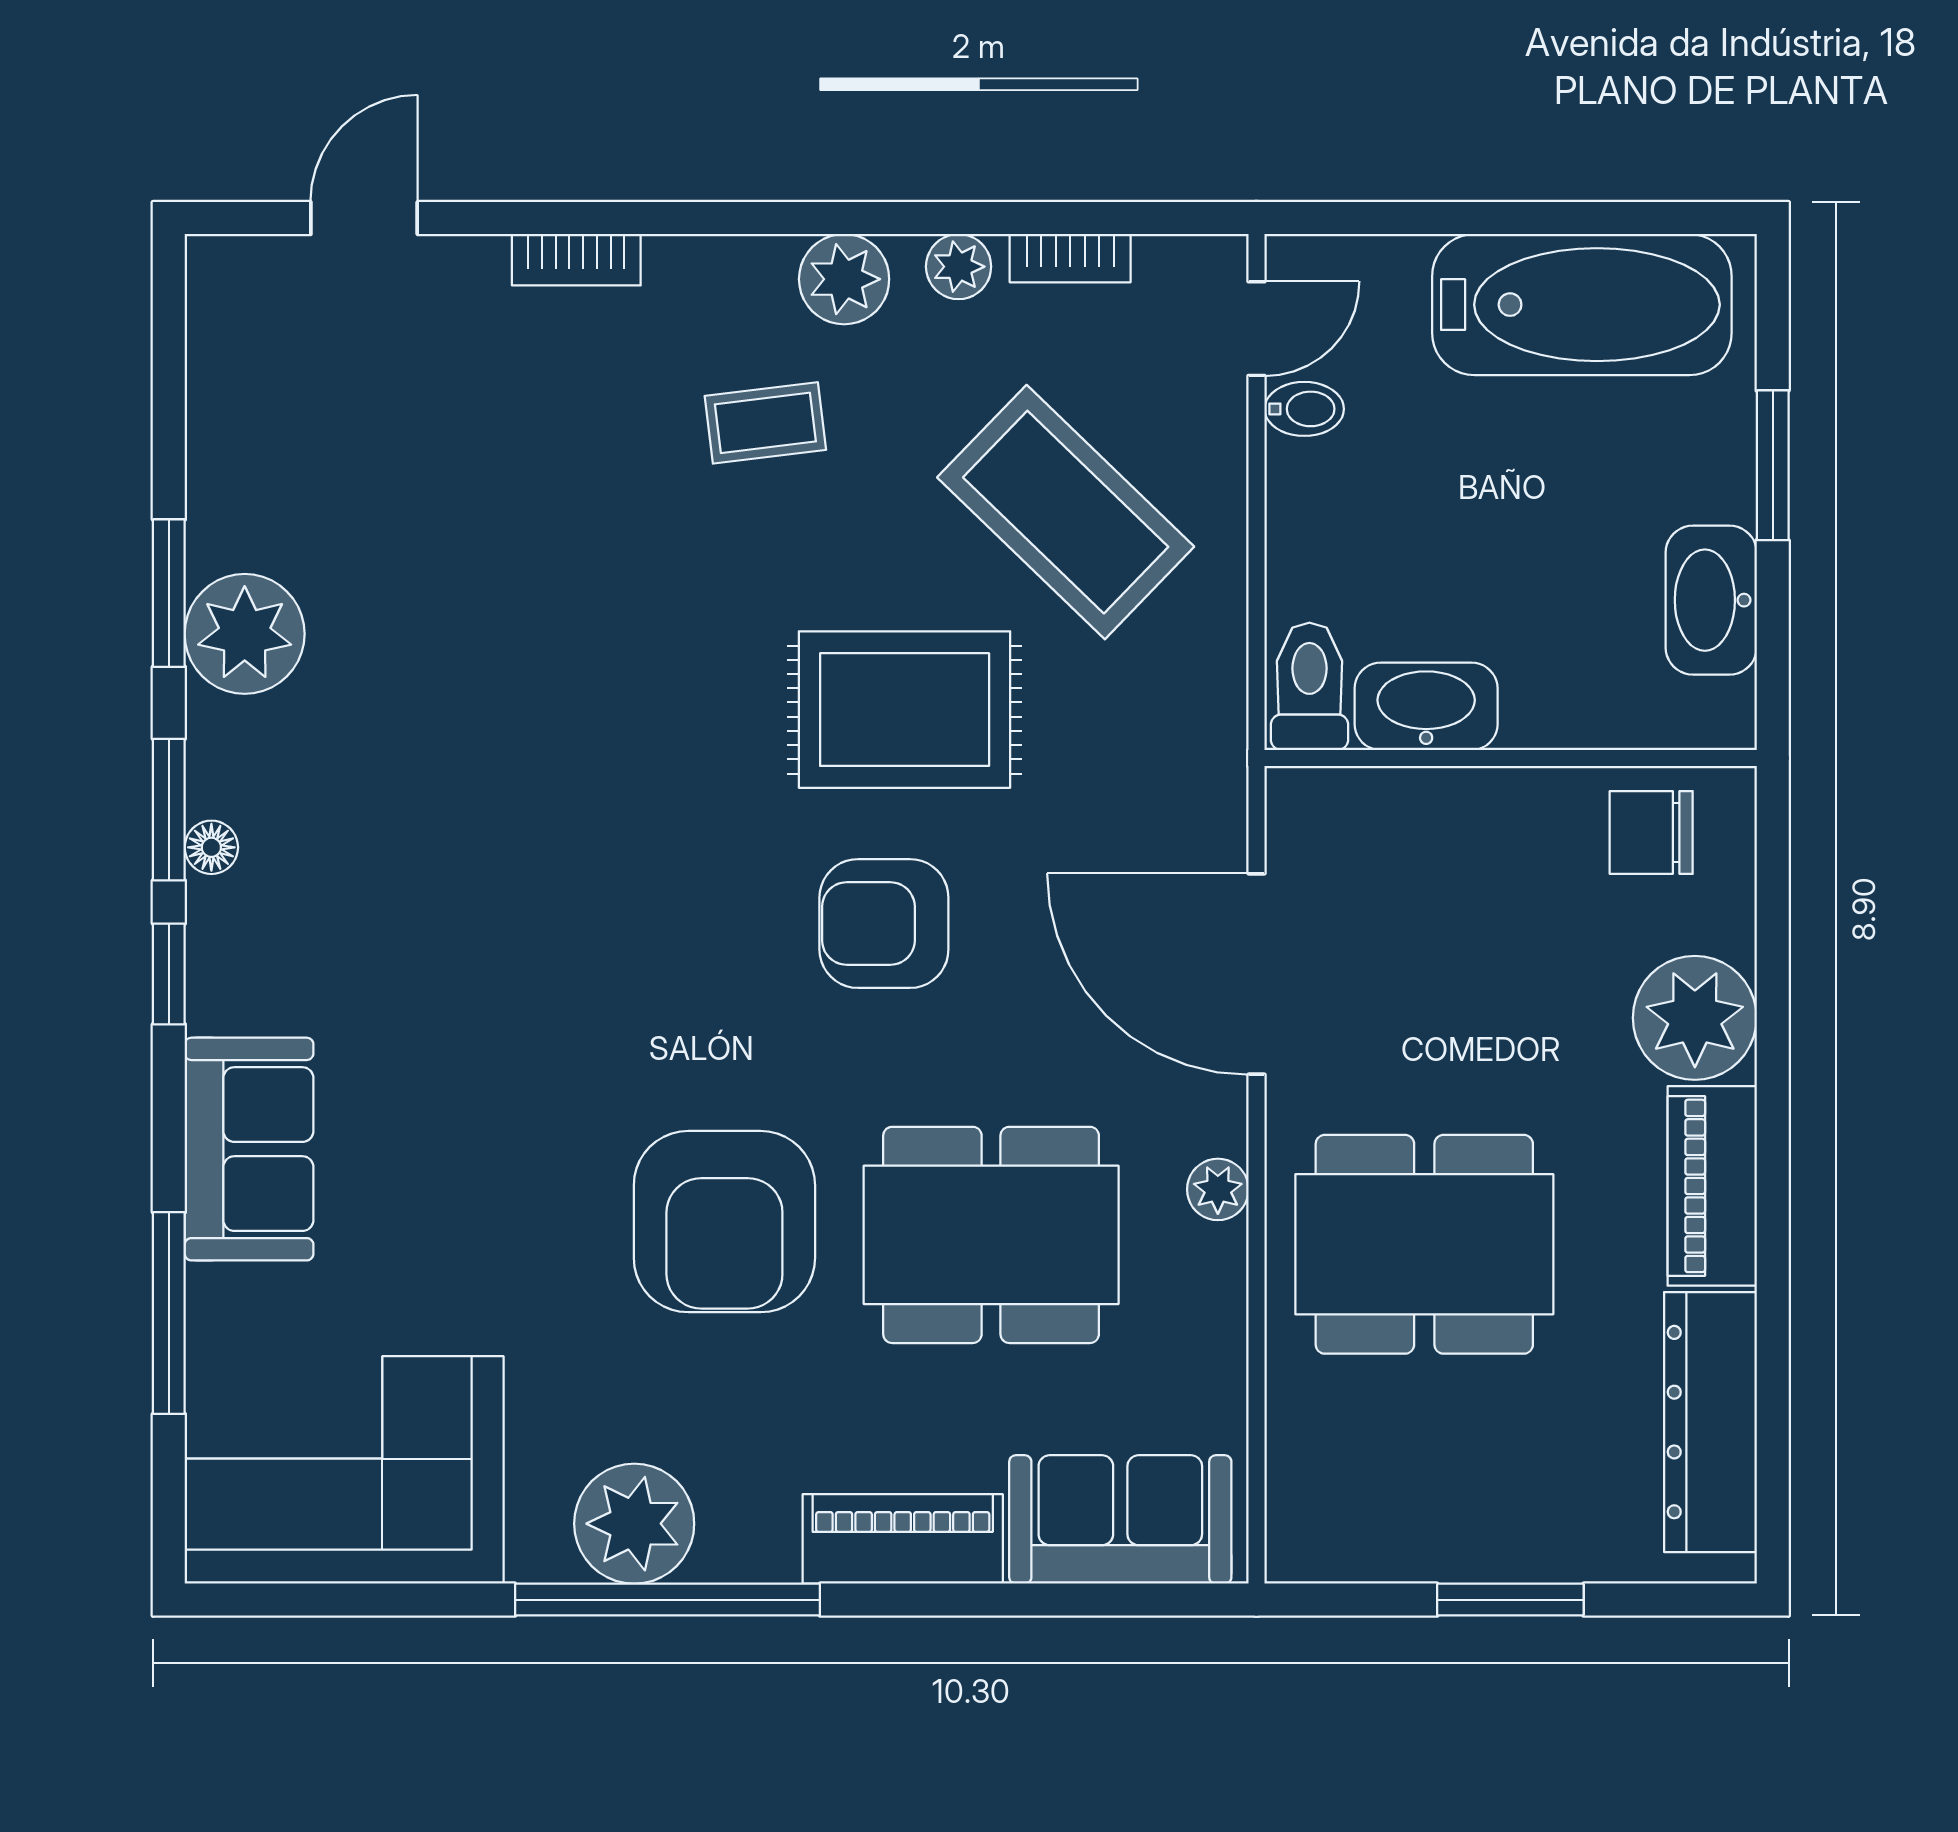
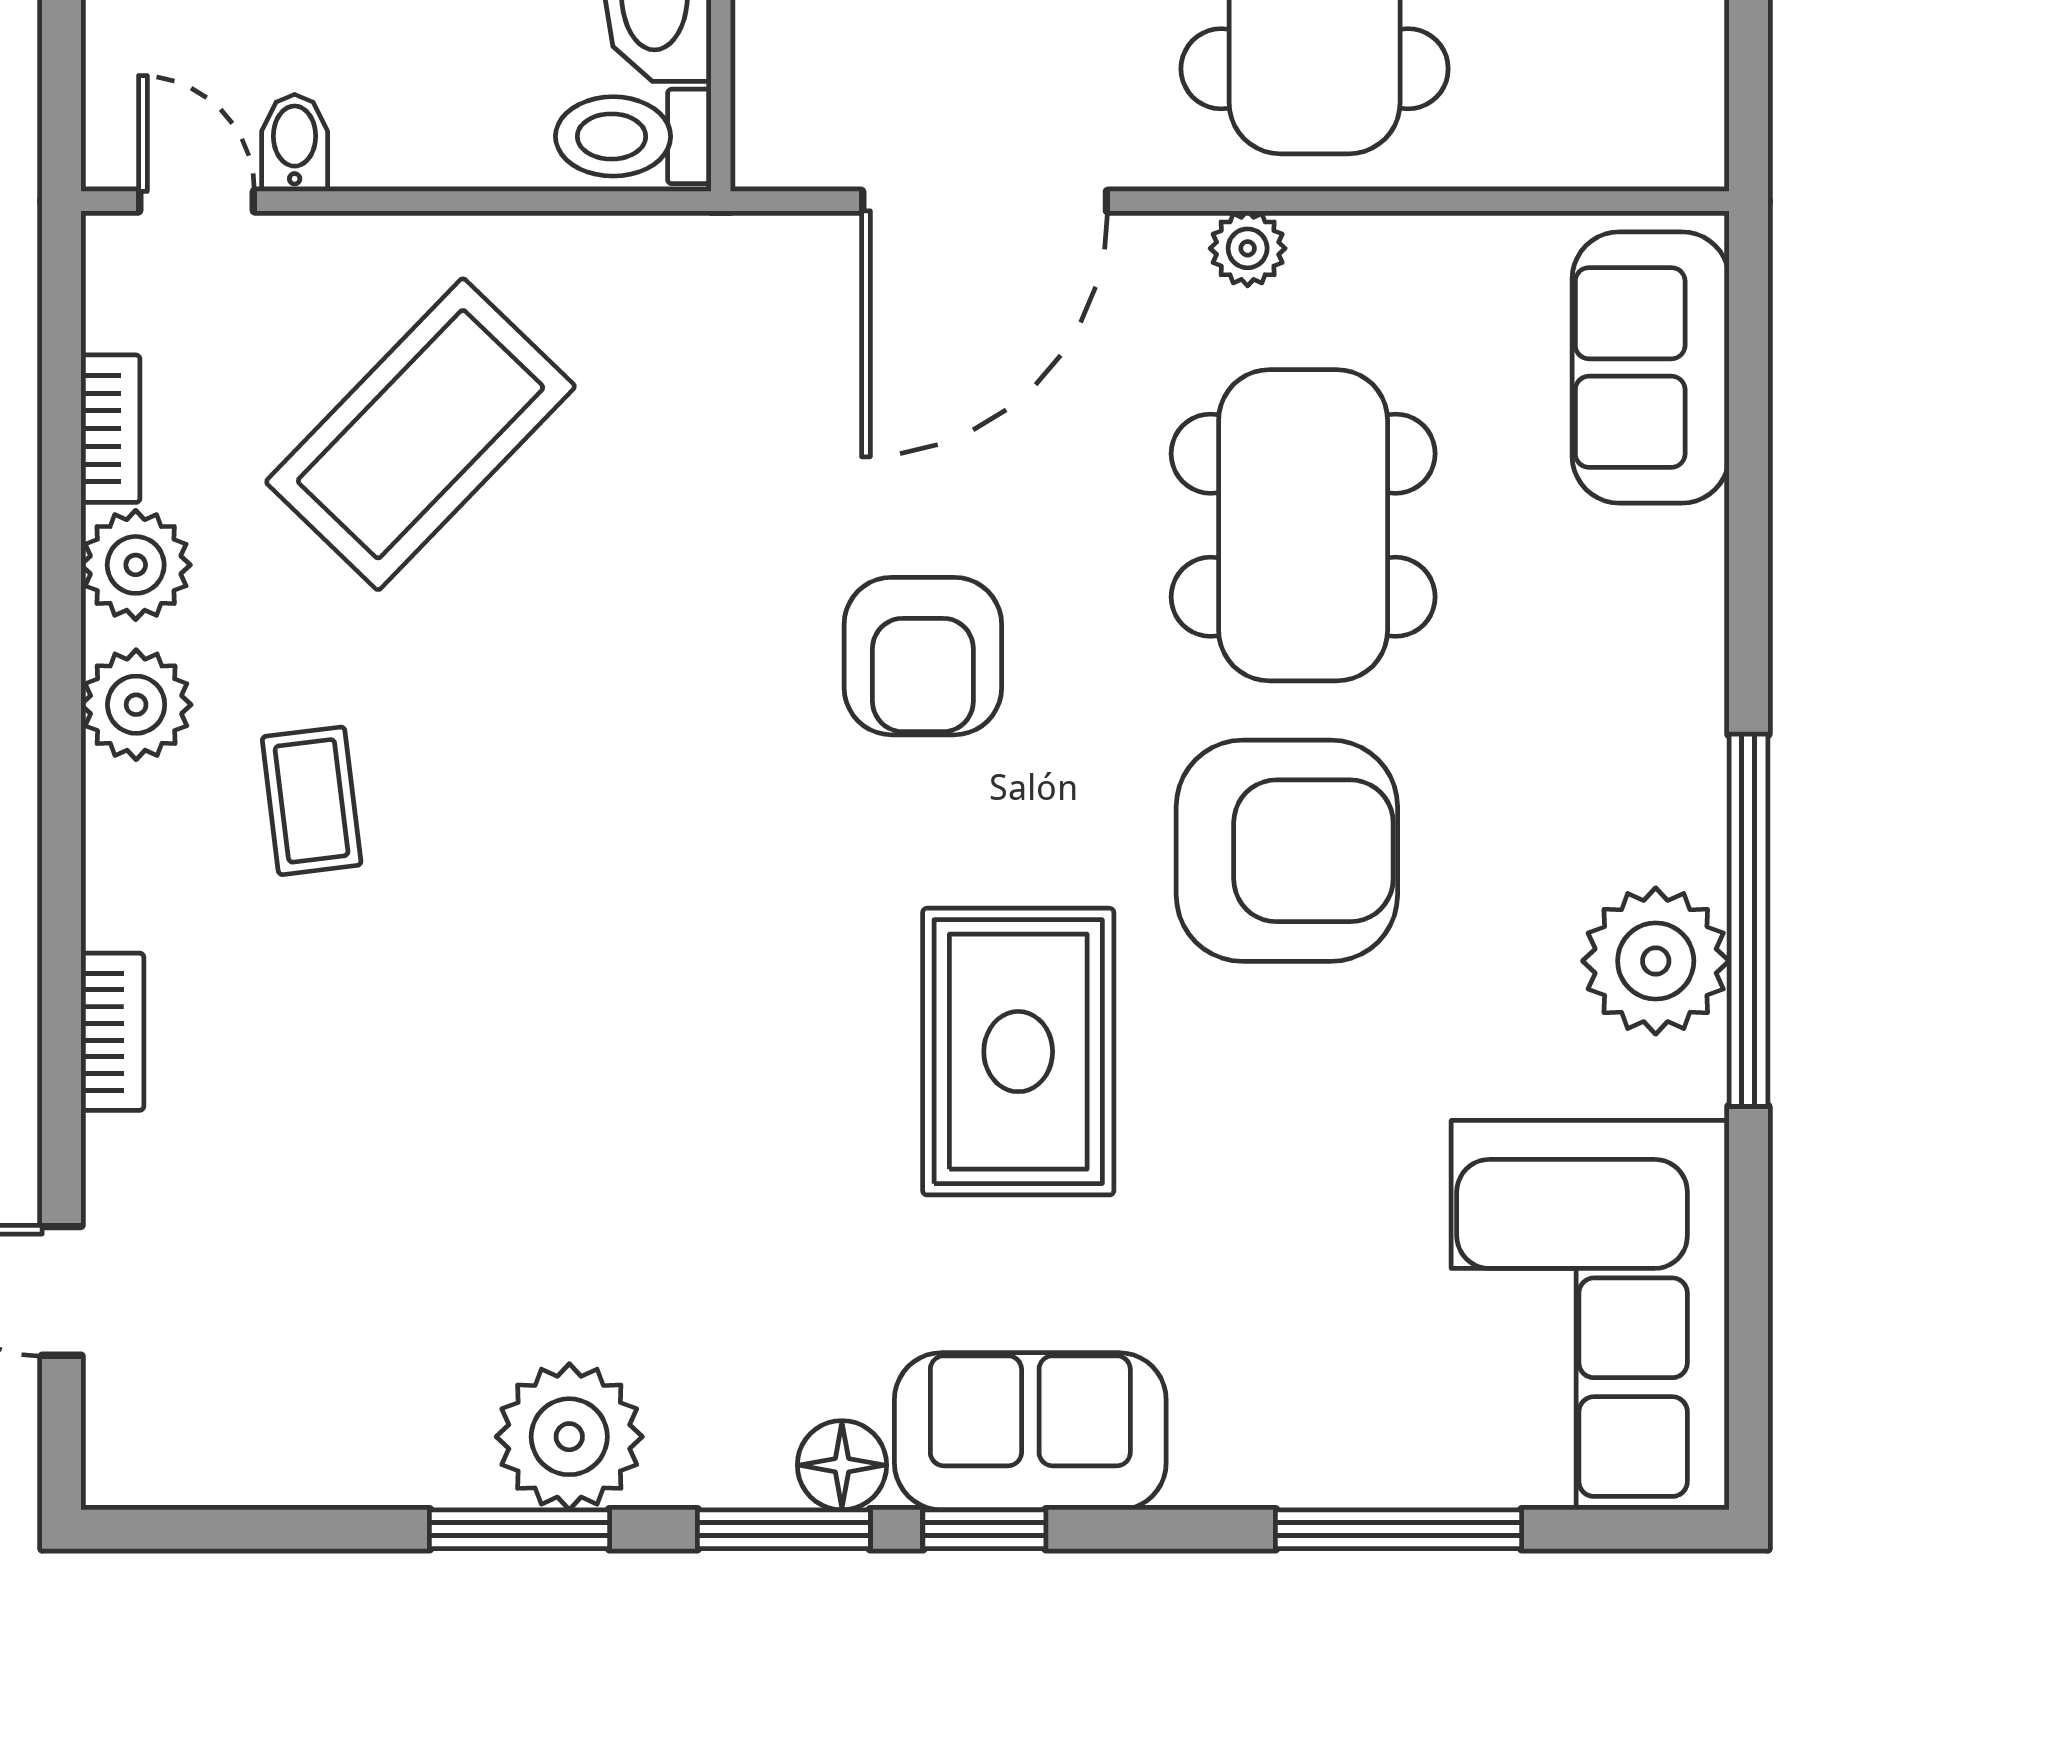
plant: (959, 267) -> (136, 565), width x1.38, depth x1.38
rug: (905, 710) -> (1018, 1052), moved
floor lamp: (211, 847) -> (842, 1465), width x1.37, depth x1.37
sofa: (249, 1149) -> (1030, 1431), moved
piano: (903, 1539) -> (1674, 633), removed

